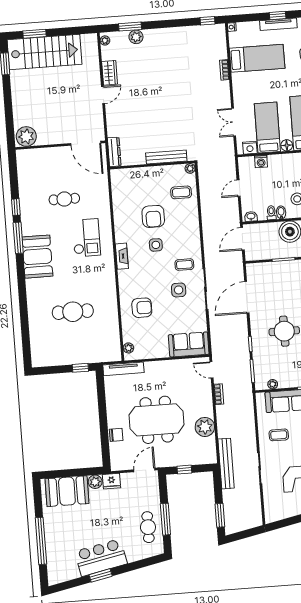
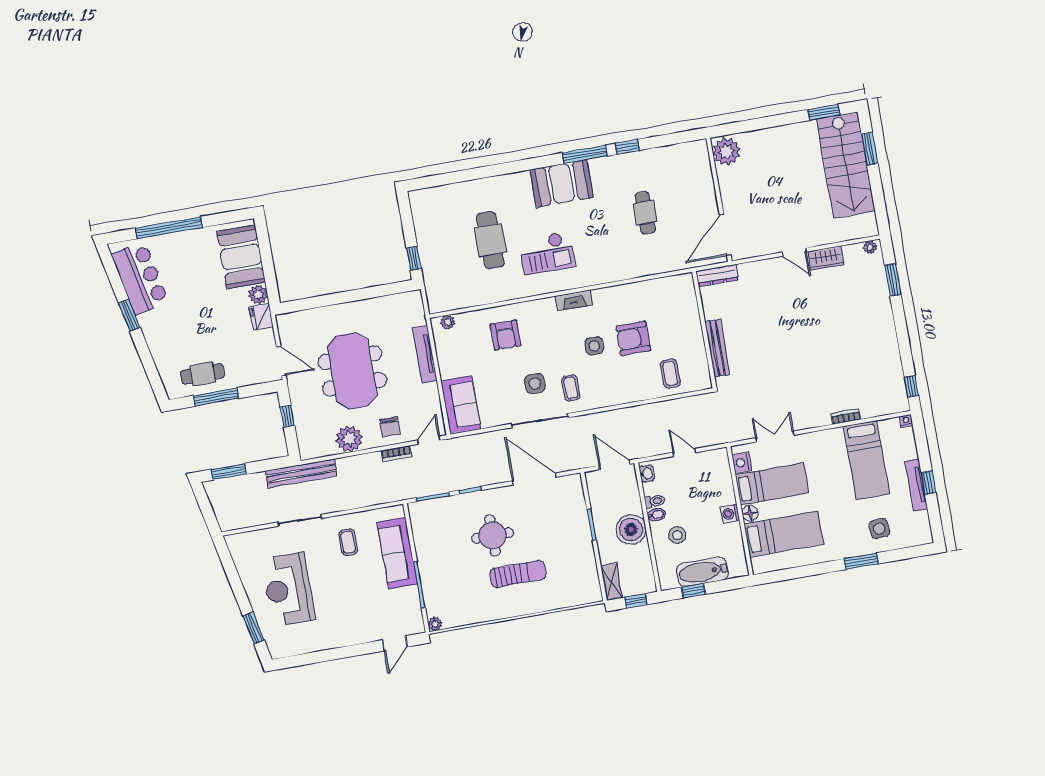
plant: (136, 37) -> (879, 290), removed
washing machine: (261, 162) -> (730, 514), moved
plant: (190, 168) -> (705, 383), removed
checkout: (86, 238) -> (547, 253), moved
tv unit: (123, 369) -> (425, 354), moved
plant: (273, 384) -> (418, 527), removed
chair: (116, 435) -> (390, 427), moved
bar counter: (101, 558) -> (140, 278), moved

